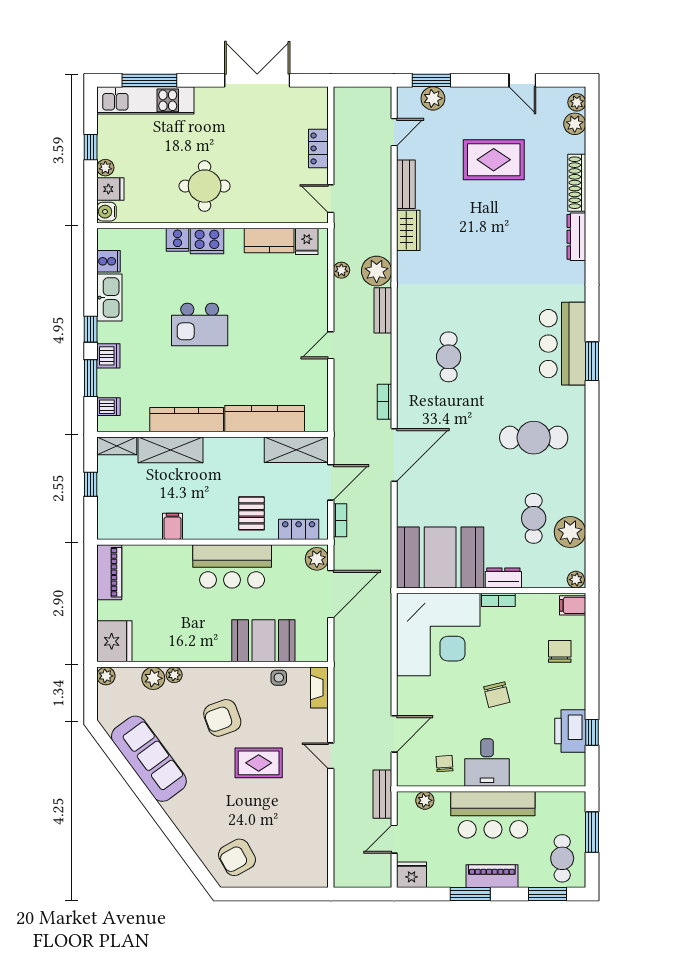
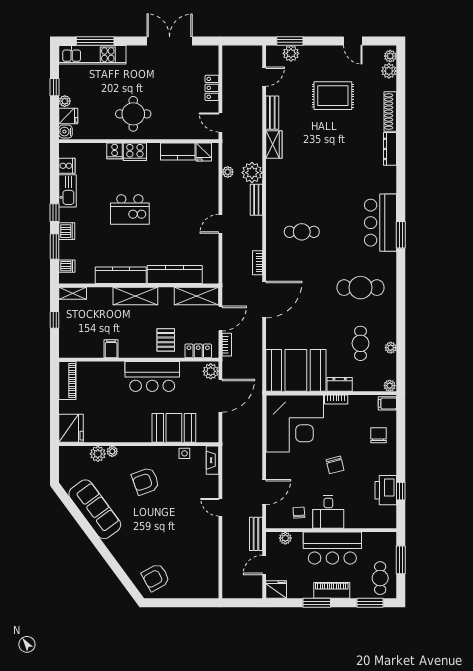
cafe table: (449, 357) -> (302, 232), turned 90
shelving: (171, 450) -> (135, 296), moved
plant: (570, 532) -> (391, 348), width x0.53, depth x0.53
plant: (106, 676) -> (65, 452), removed
rug: (259, 763) -> (171, 512), removed

